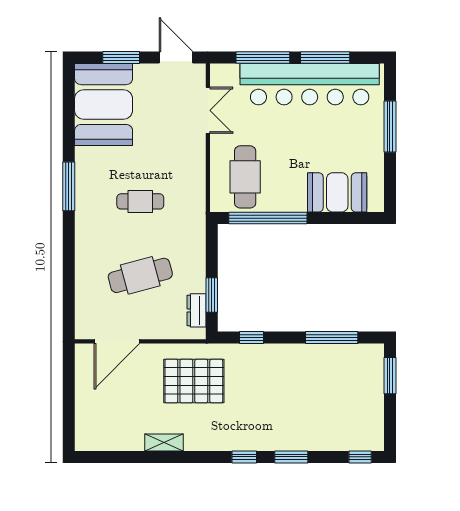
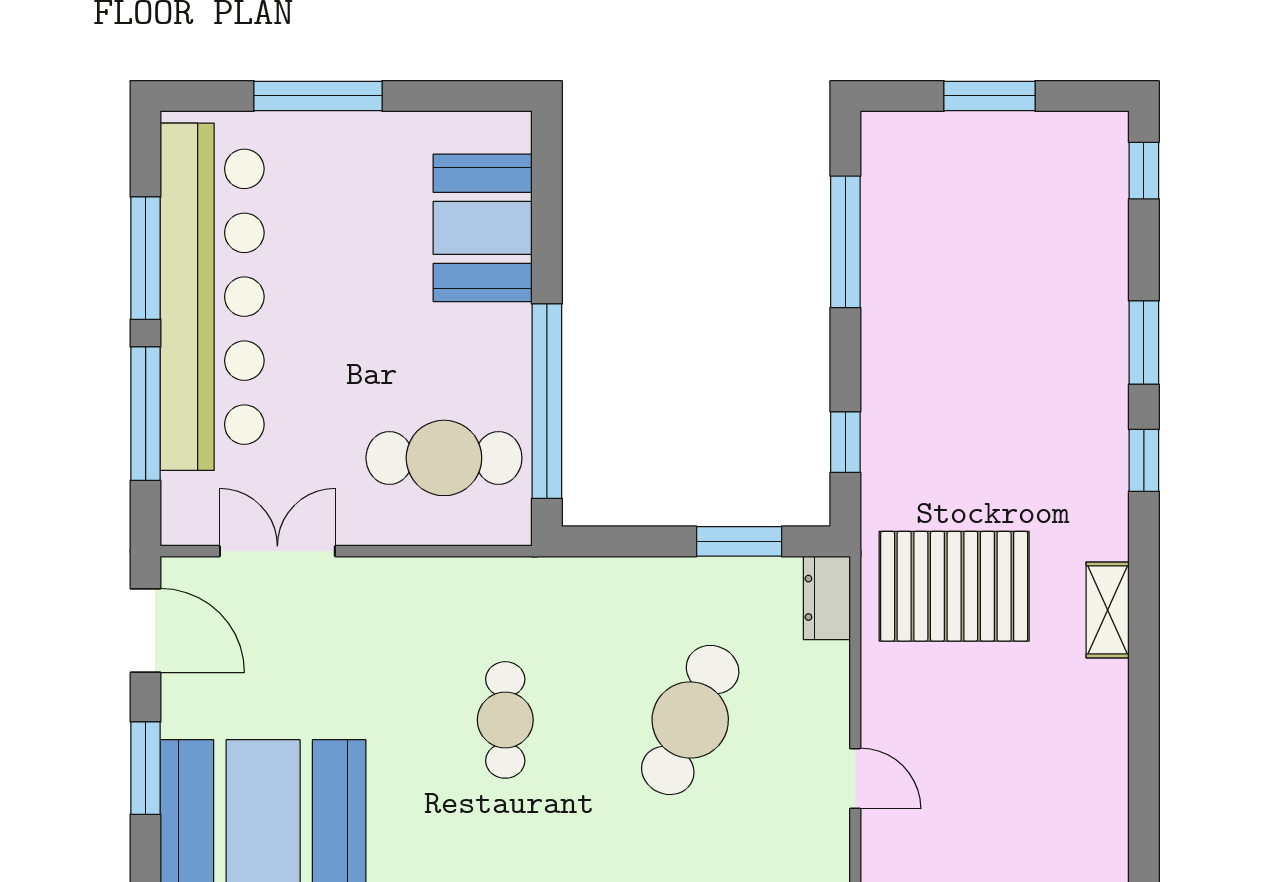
door: (176, 57) -> (146, 631), swing flipped
cafe table: (140, 275) -> (690, 720), turned 39
dresser: (196, 310) -> (827, 598), moved, turned 90
door: (117, 341) -> (855, 778), width x0.53
window: (390, 376) -> (990, 96), moved
pallet: (194, 381) -> (954, 586), turned 90
shelving: (164, 442) -> (1108, 610), moved

